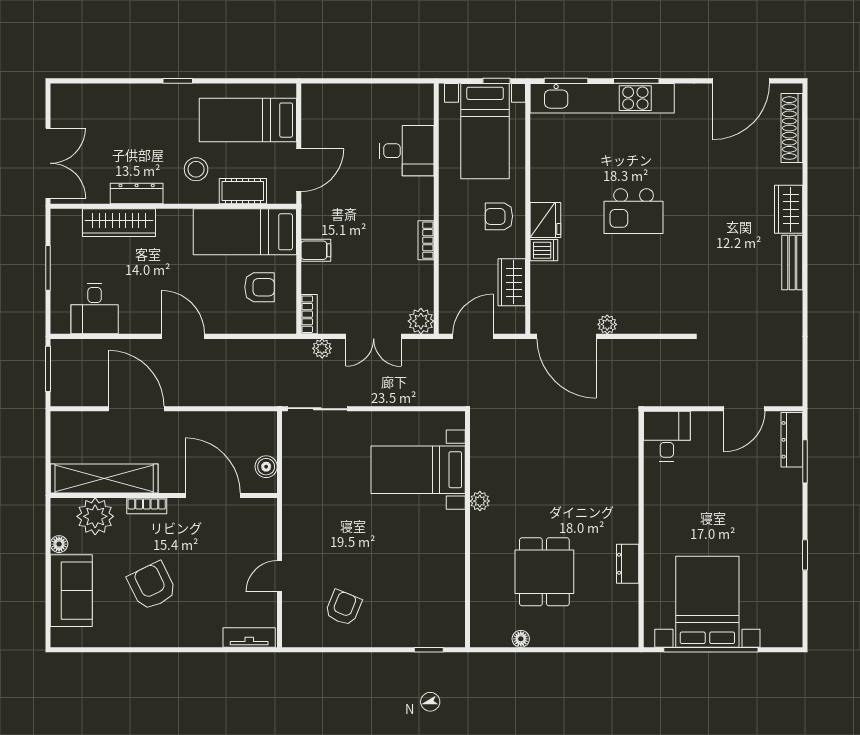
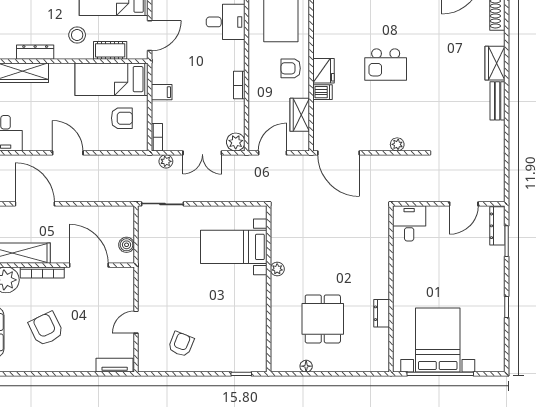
plant: (607, 324) -> (397, 144), moved
bookcase: (147, 506) -> (42, 272), width x1.56

